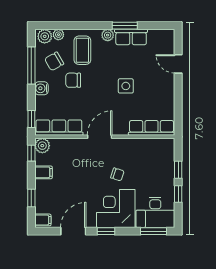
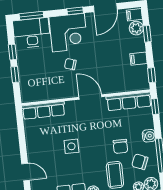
chair: (54, 61) -> (140, 162), turned -127
chair: (73, 80) -> (120, 146), turned 90
door: (100, 137) -> (90, 97), swing flipped
plant: (42, 146) -> (136, 28), moved

